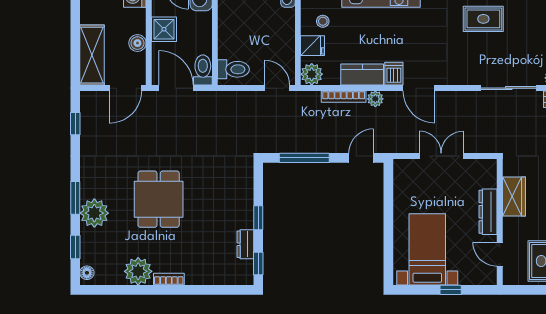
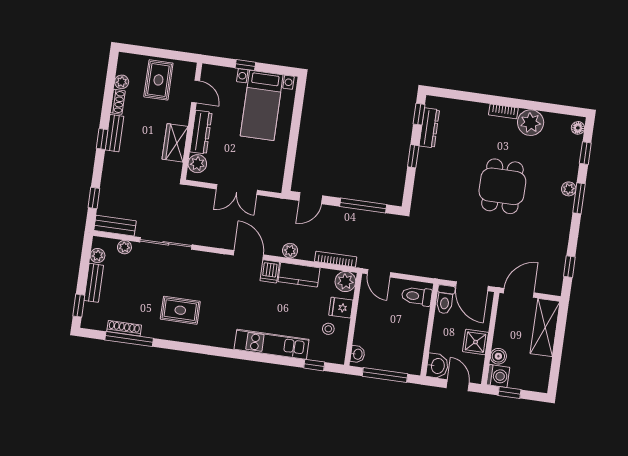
boiler: (137, 43) -> (498, 356), moved
bookcase: (344, 97) -> (336, 259), moved
plant: (487, 178) -> (197, 164), added
plant: (94, 213) -> (569, 189), width x0.53, depth x0.53
dresser: (245, 244) -> (429, 128), width x1.44

